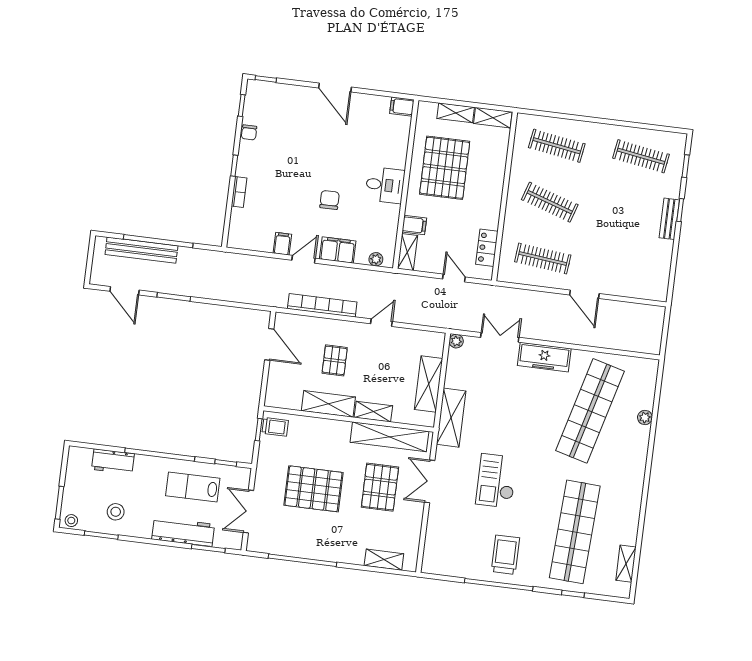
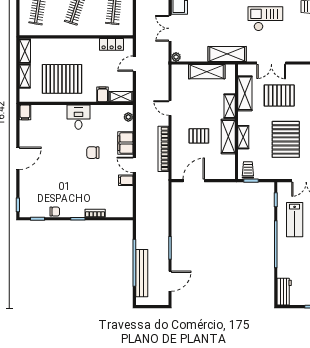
shelving: (325, 426) -> (243, 137), added
shelving: (389, 437) -> (245, 93), width x0.68
workbench: (113, 461) -> (284, 292), moved
checkout: (496, 481) -> (265, 19), turned 180

